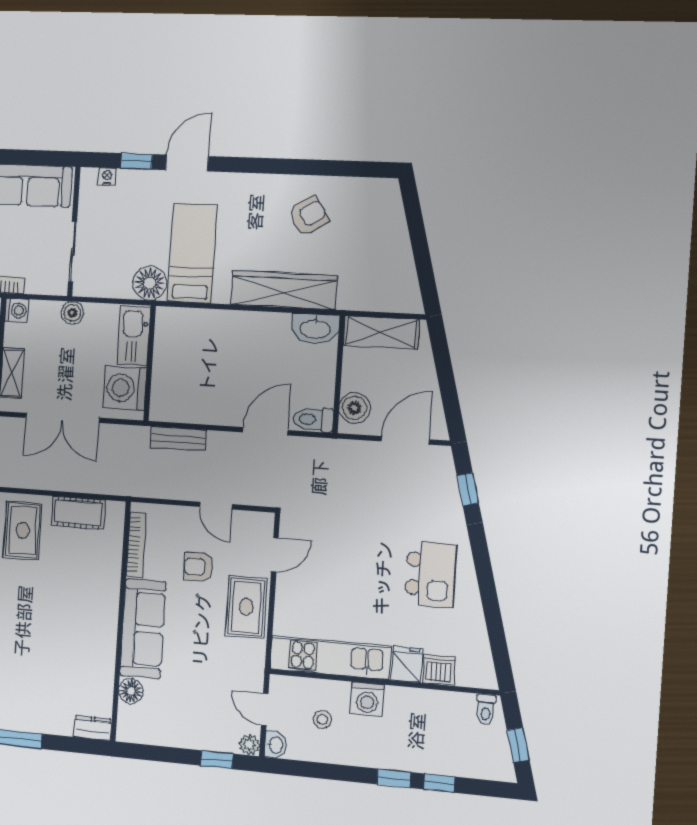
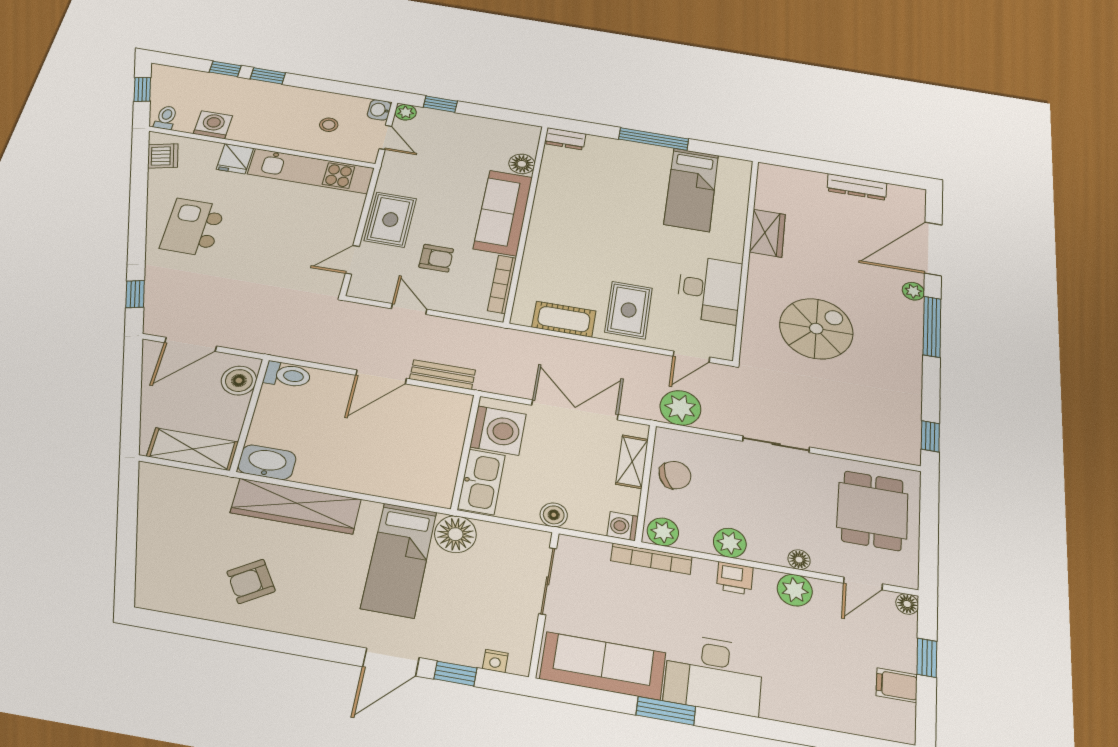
door: (265, 431) -> (381, 377), moved
dishwasher: (439, 670) -> (163, 156), moved, turned -105
washing machine: (367, 699) -> (213, 125), moved

